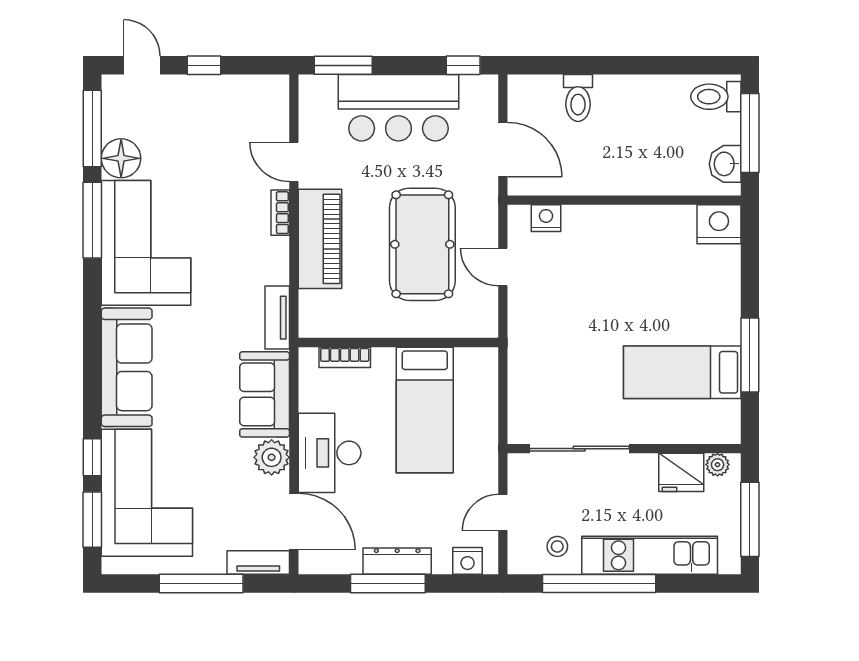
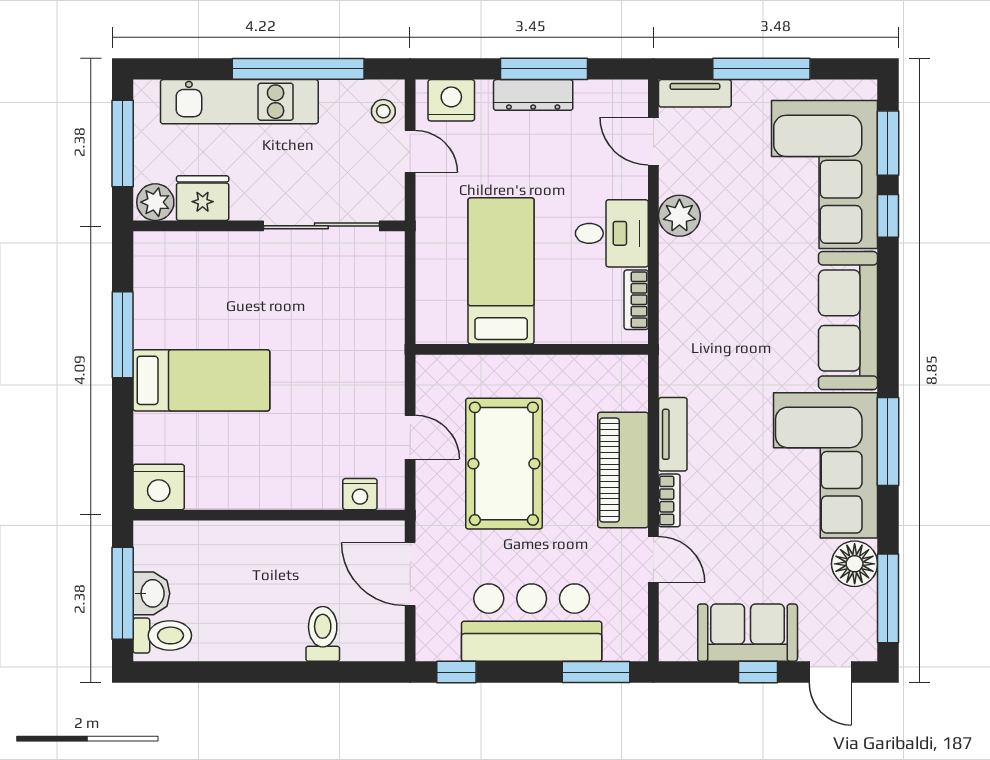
washbasin: (725, 164) -> (151, 593), moved
window: (92, 220) -> (888, 442), moved
tv unit: (277, 318) -> (673, 434), moved
bookcase: (345, 357) -> (636, 300), moved, turned -90
bed: (682, 372) -> (201, 380), moved
sofa: (265, 394) -> (748, 633), moved, turned -90
desk: (330, 453) -> (612, 233), width x0.73
plant: (718, 465) -> (155, 202), width x1.38, depth x1.38
door: (503, 513) -> (410, 151), hinge flipped
door: (294, 521) -> (653, 141), width x0.73
stool: (557, 546) -> (383, 111), moved
nightstand: (468, 561) -> (451, 100), width x1.36, depth x1.33

